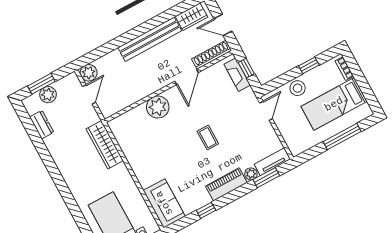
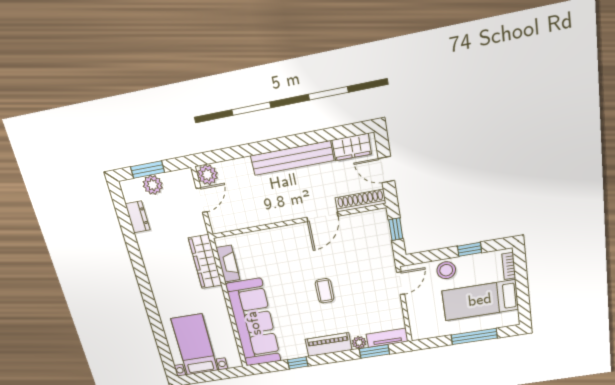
fireplace: (237, 75) -> (228, 264), moved, turned 180
plant: (158, 107) -> (278, 240), removed
sofa: (164, 203) -> (254, 323), width x1.85, depth x1.27

